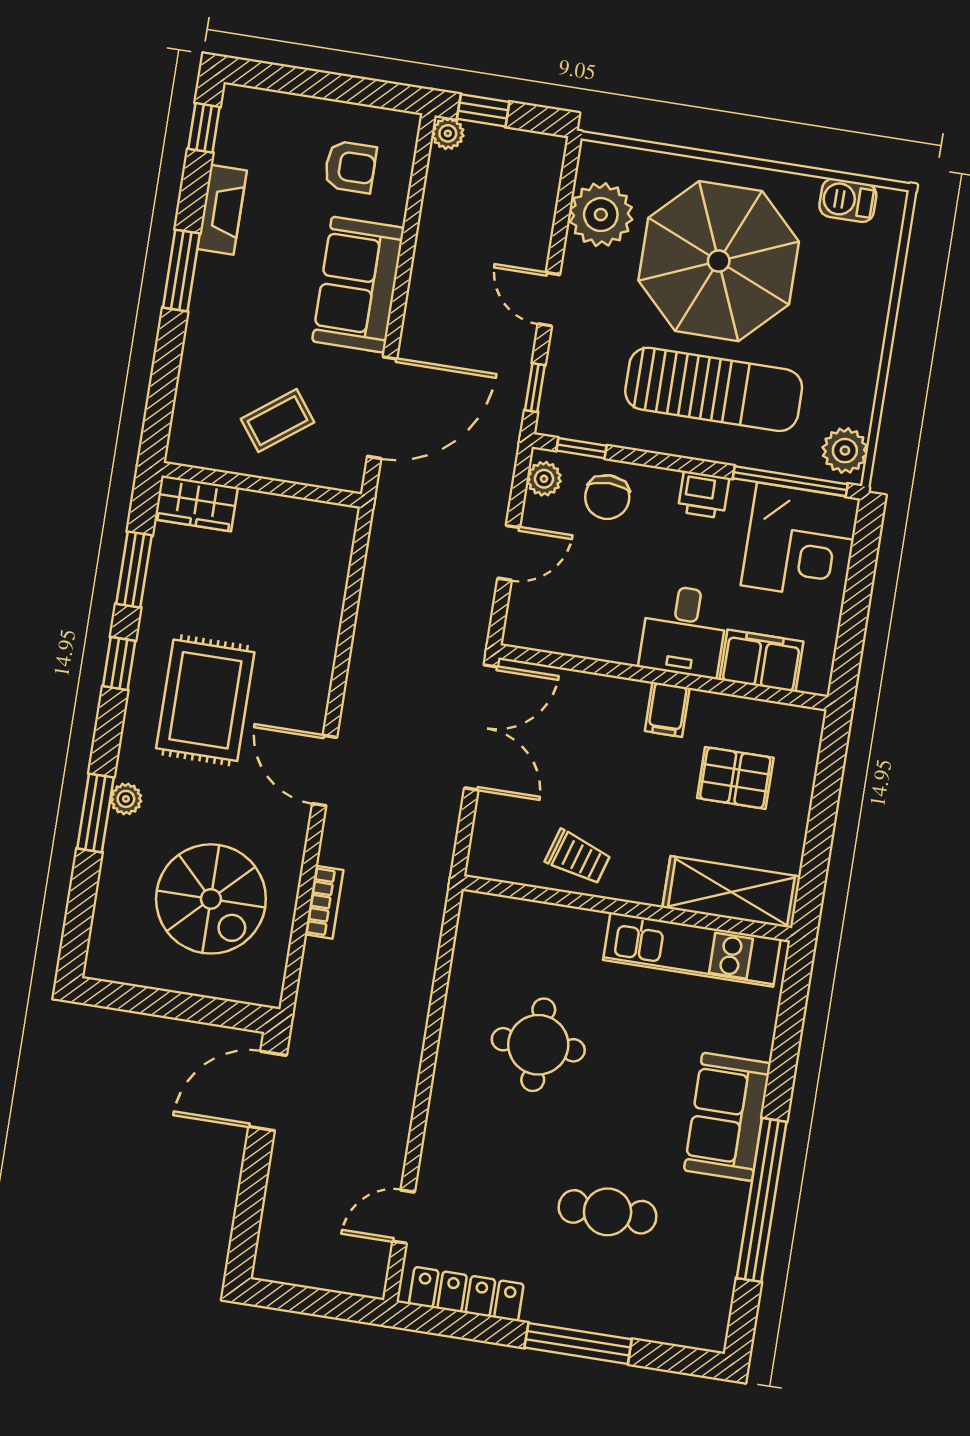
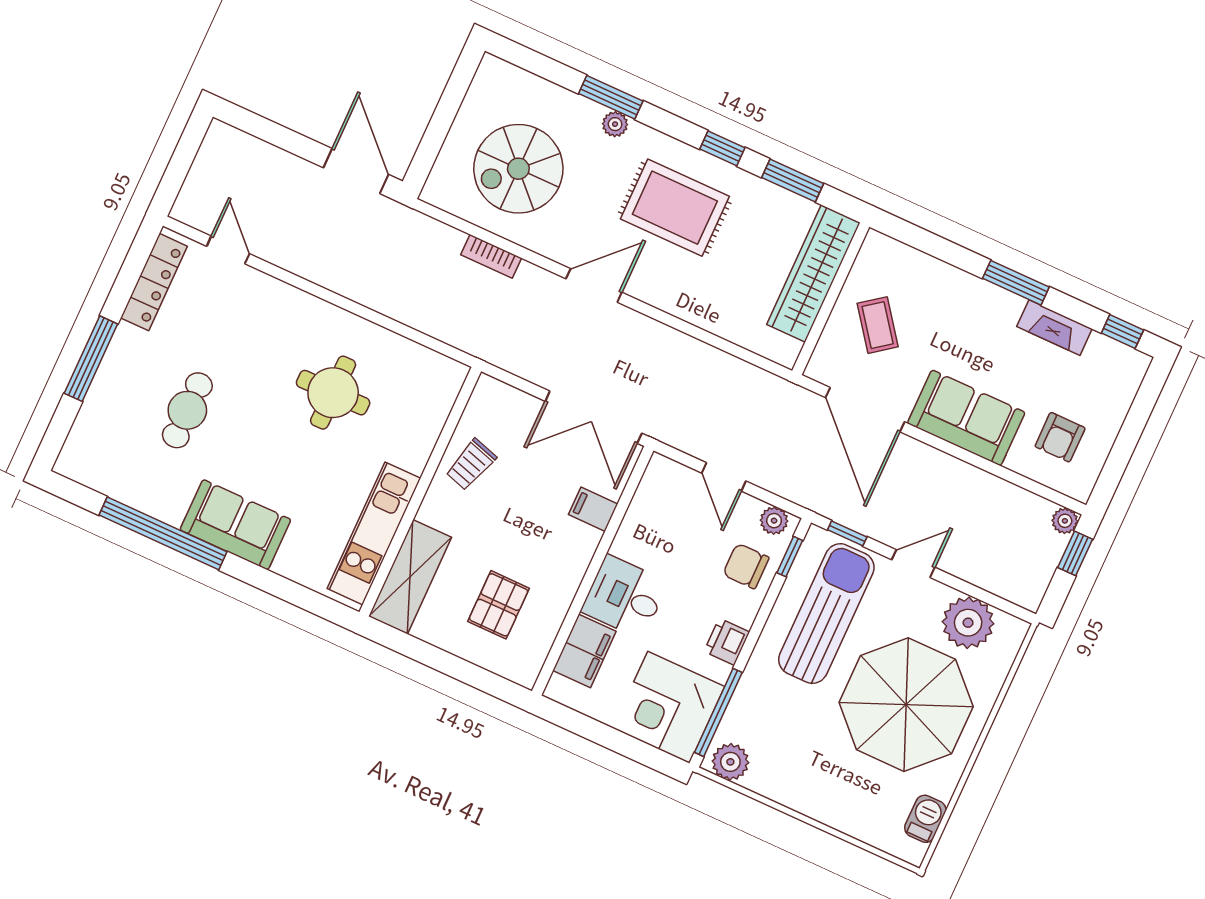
sun lounger: (714, 389) -> (826, 614), moved, turned 180
wardrobe: (196, 503) -> (813, 274), width x2.10, depth x1.17
filing cabinet: (667, 709) -> (593, 509), moved

